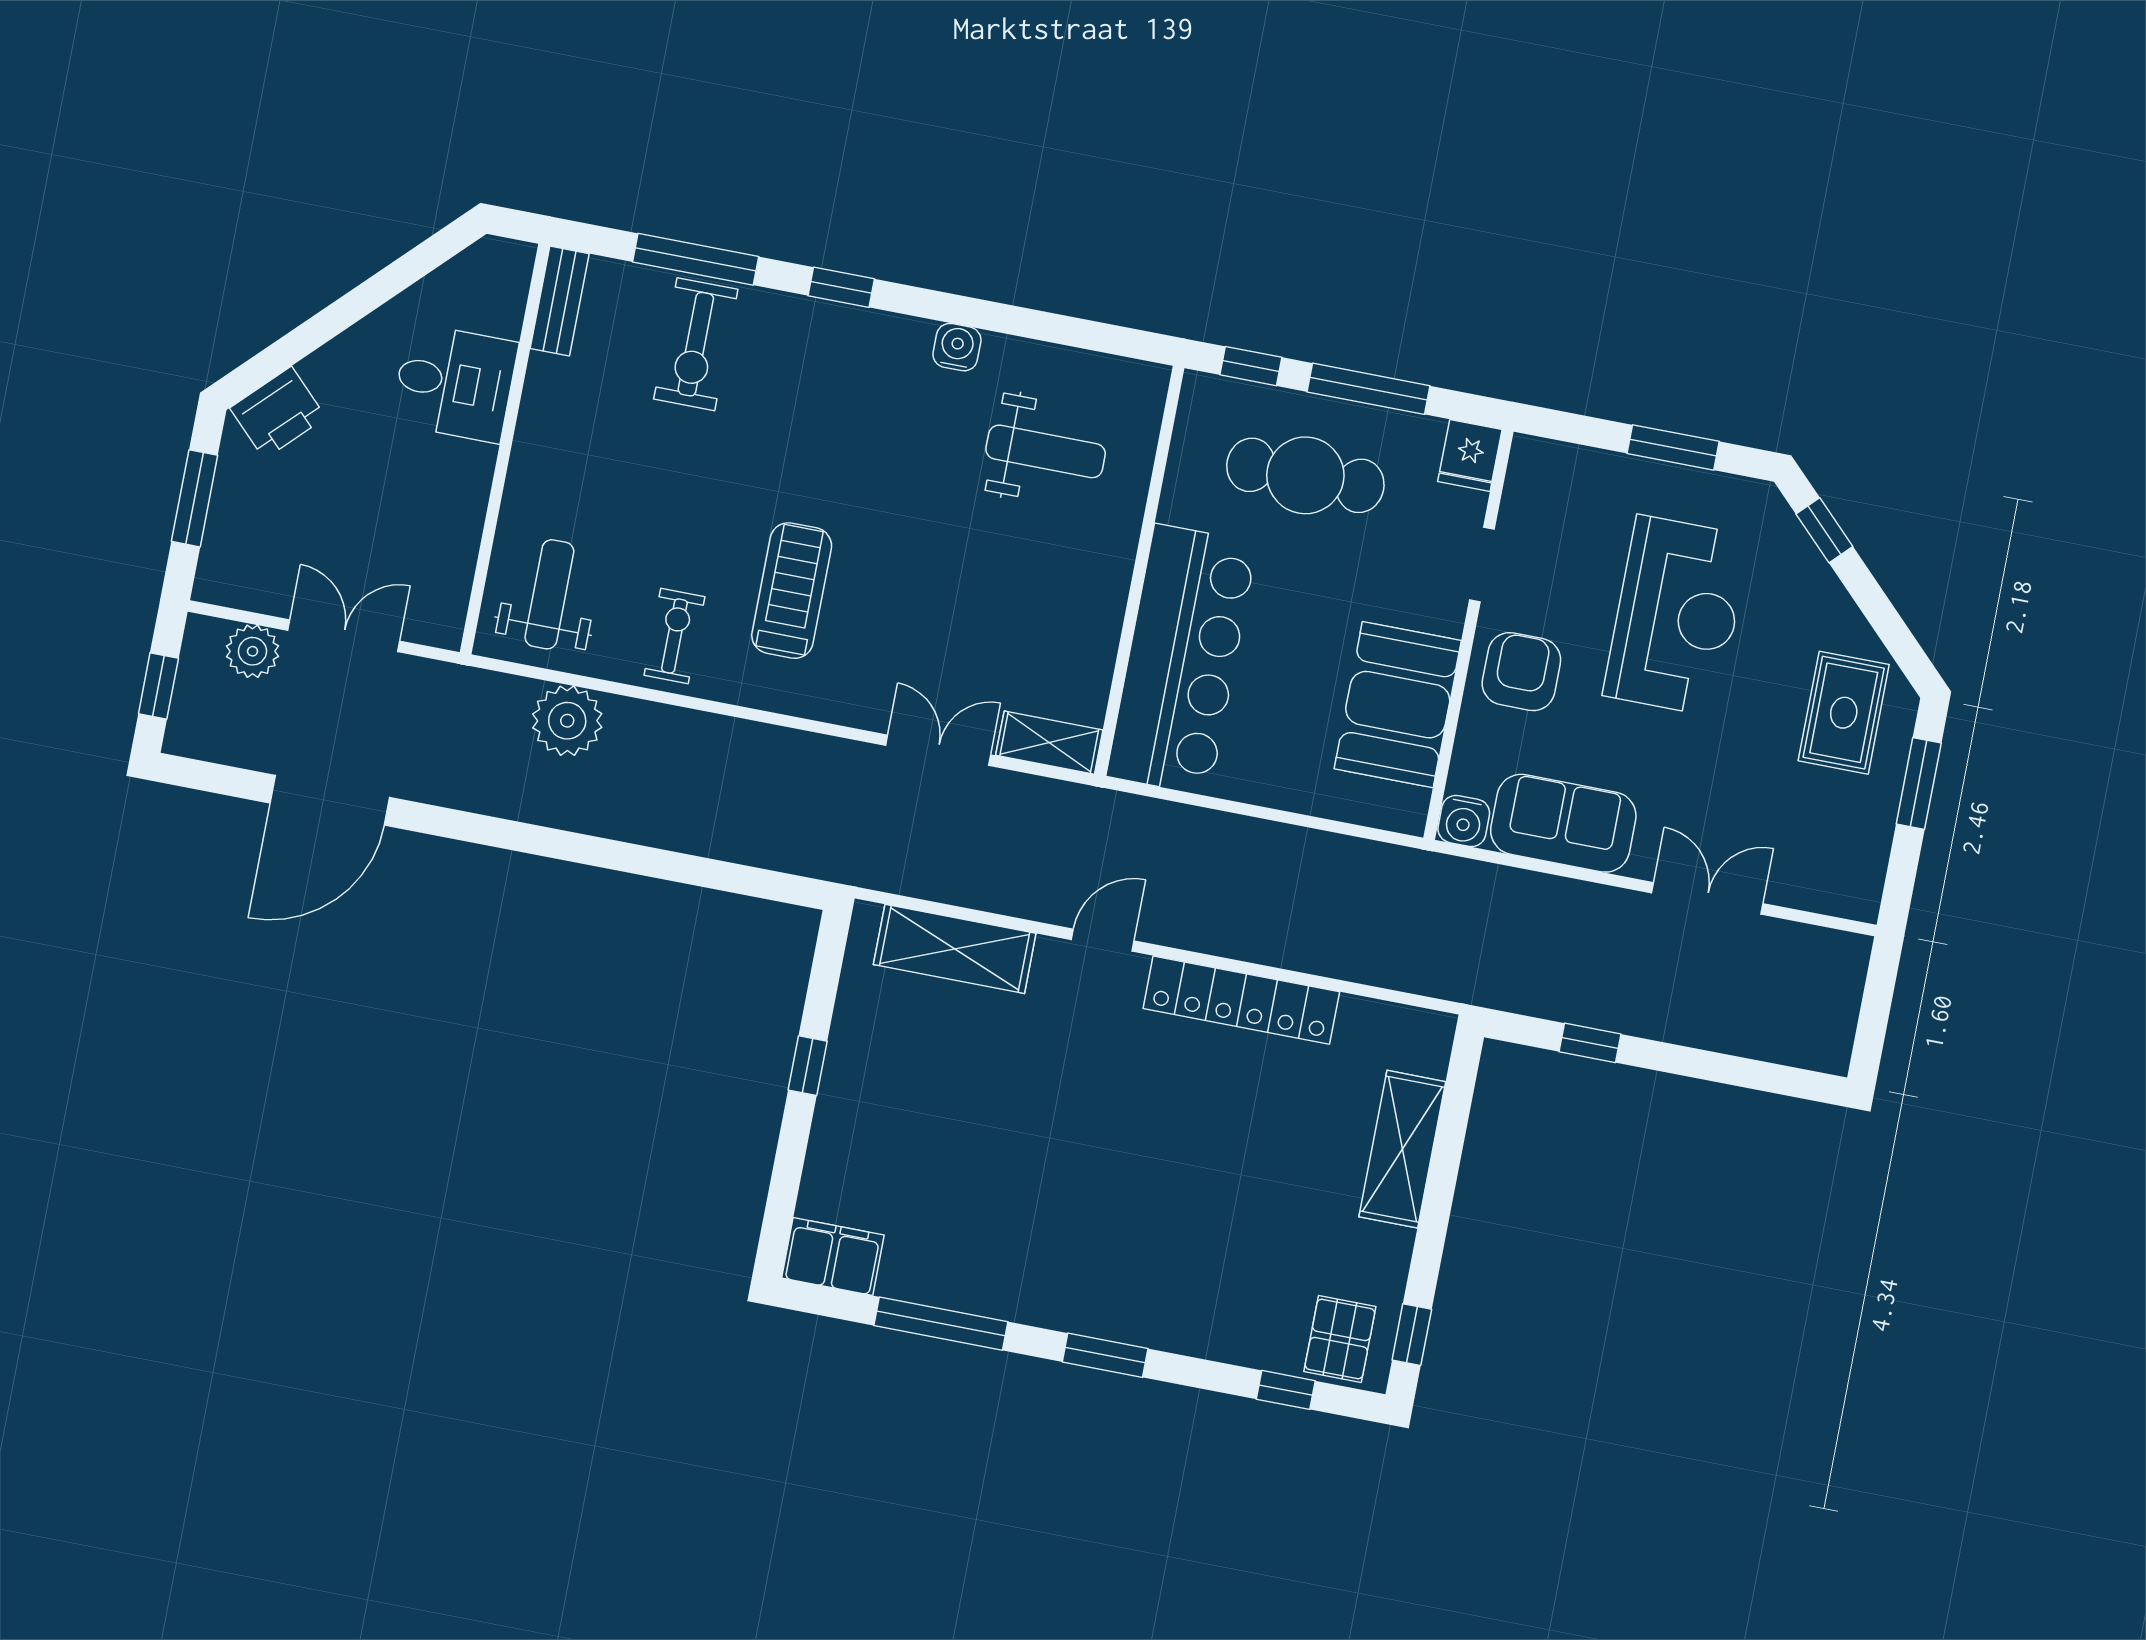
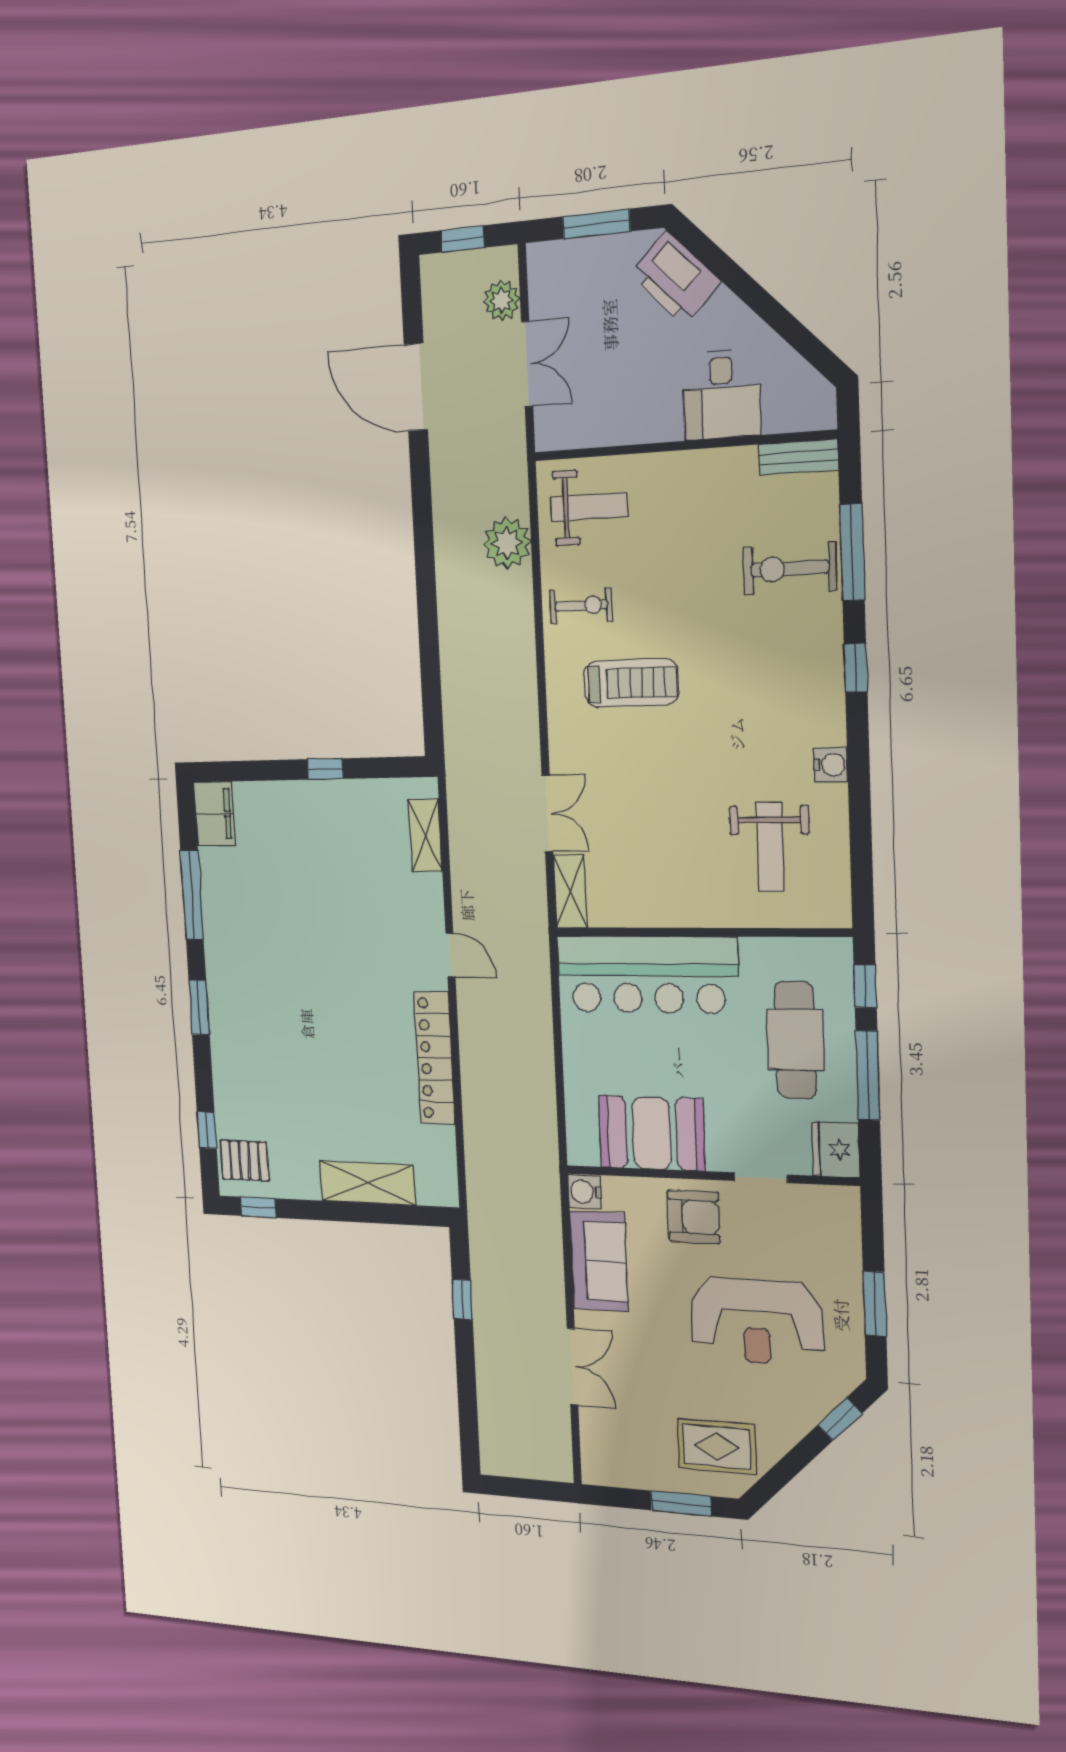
printer: (278, 413) -> (675, 278), width x1.37, depth x1.19
fridge: (1470, 455) -> (836, 1150), width x1.38
shelving: (955, 949) -> (425, 836), width x0.67, depth x0.75

